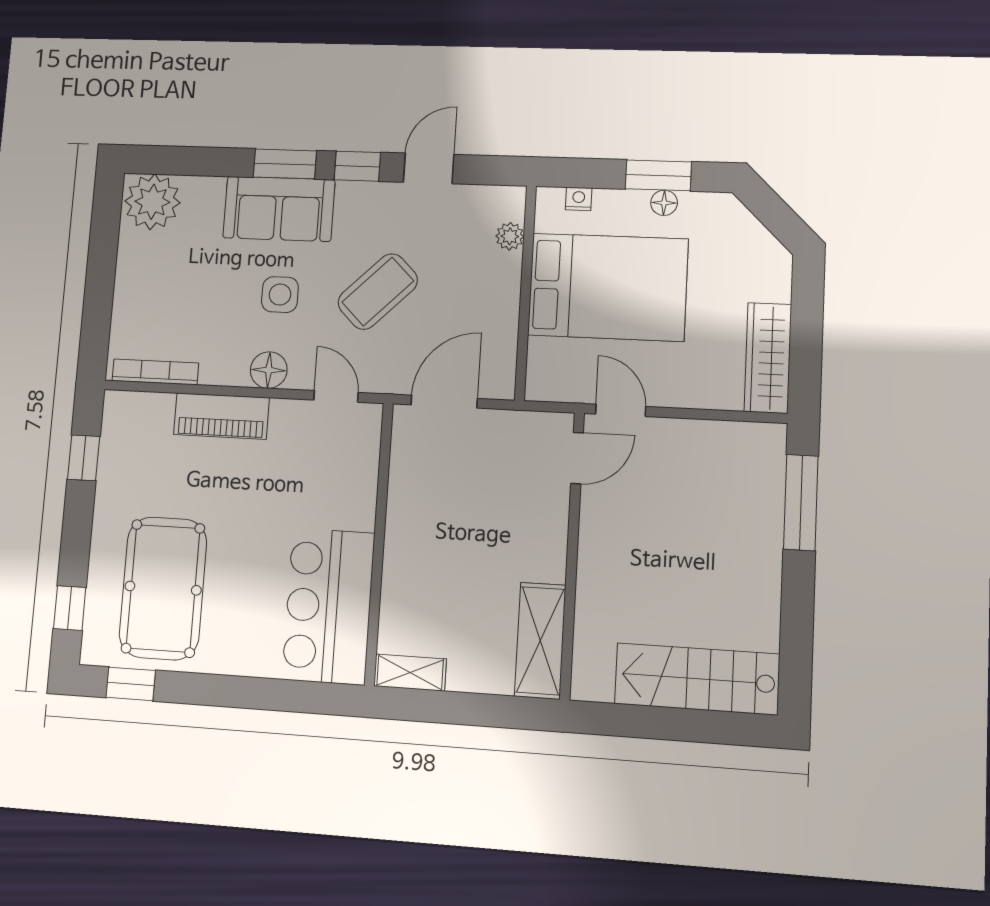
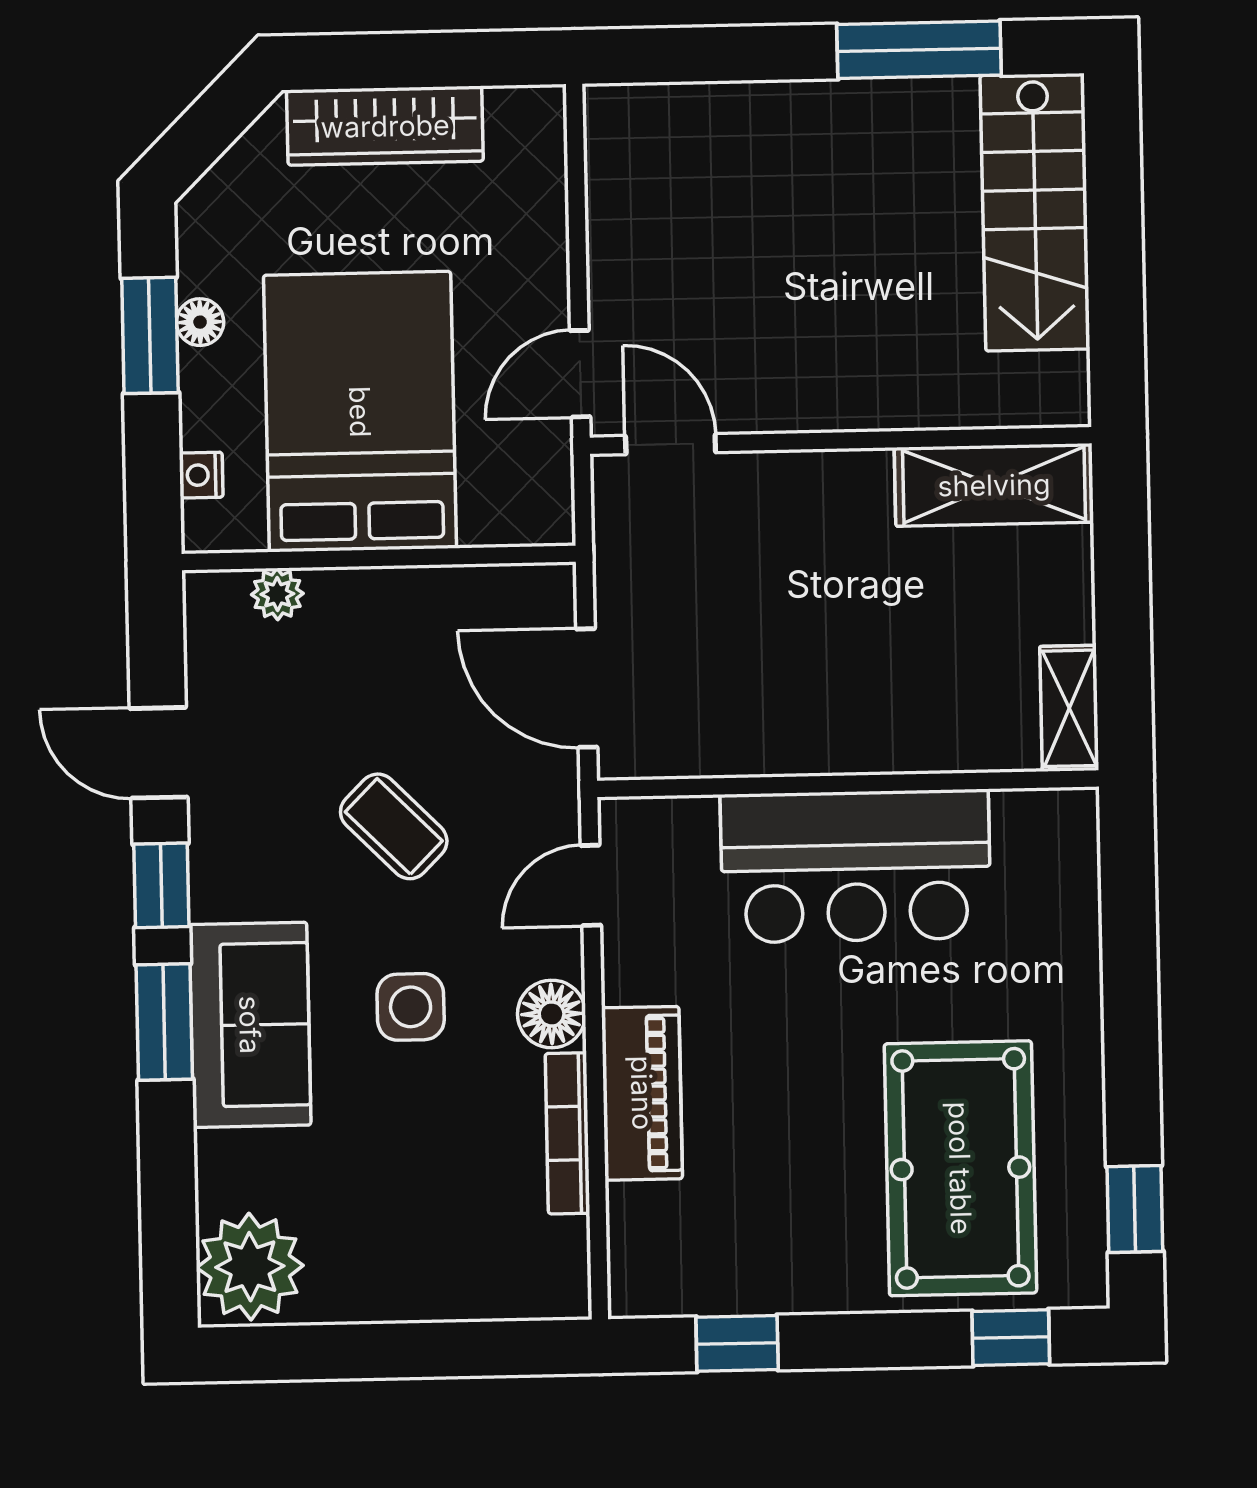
coffee table: (378, 291) -> (394, 826), width x0.73, depth x0.77
wardrobe: (768, 358) -> (385, 126), moved
bookcase: (155, 372) -> (567, 1133), moved
window: (801, 502) -> (919, 50), moved
pool table: (163, 588) -> (960, 1168), turned 90
bar counter: (329, 606) -> (856, 866), moved

